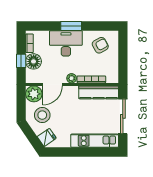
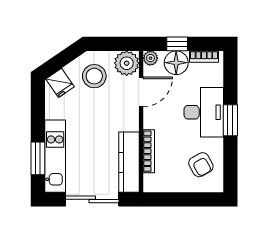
plant: (72, 78) -> (150, 58), moved
door: (53, 84) -> (141, 92), swing flipped
window: (96, 152) -> (38, 158), added

